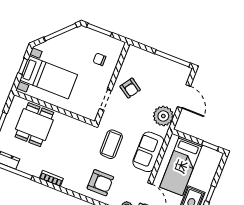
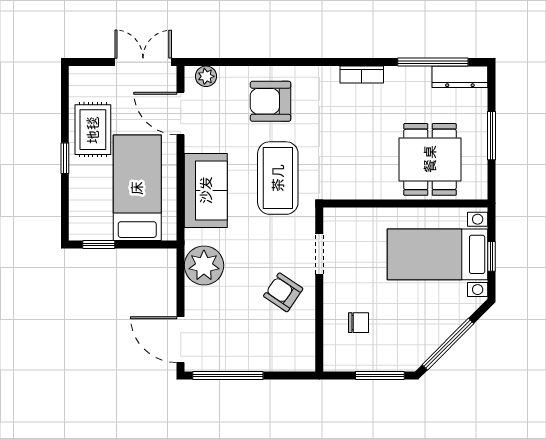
door: (184, 96) -> (181, 340), moved
coffee table: (111, 144) -> (278, 178), width x1.36, depth x1.32

